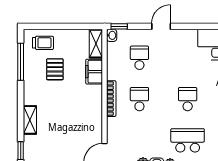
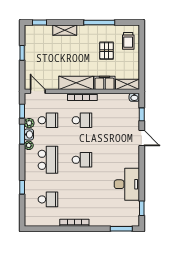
window: (119, 26) -> (142, 114), moved
school desk: (139, 58) -> (48, 120), moved
window: (21, 62) -> (99, 23), moved
pallet: (55, 69) -> (106, 51), turned 90
shelving: (94, 106) -> (76, 83), added

